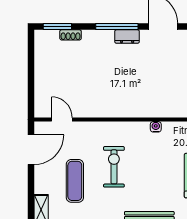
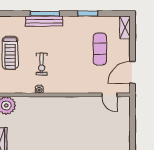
exercise bike: (114, 167) -> (42, 64), moved, width x0.73, depth x0.72

